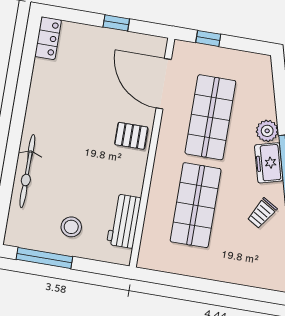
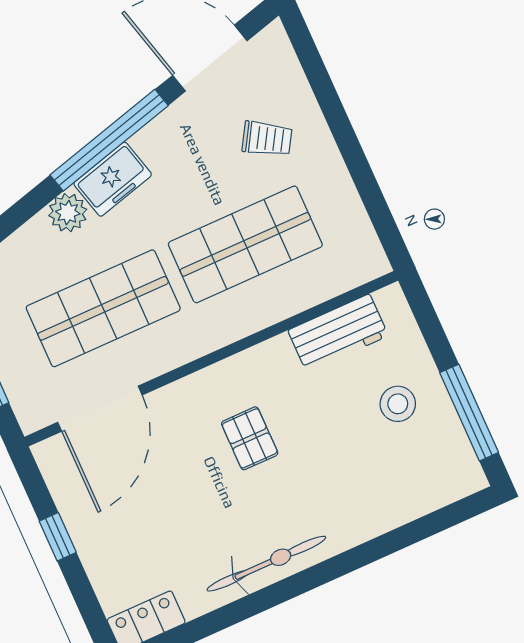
pallet: (131, 136) -> (250, 438), moved
bicycle: (27, 171) -> (266, 564), moved
trolley: (262, 213) -> (267, 139), moved

